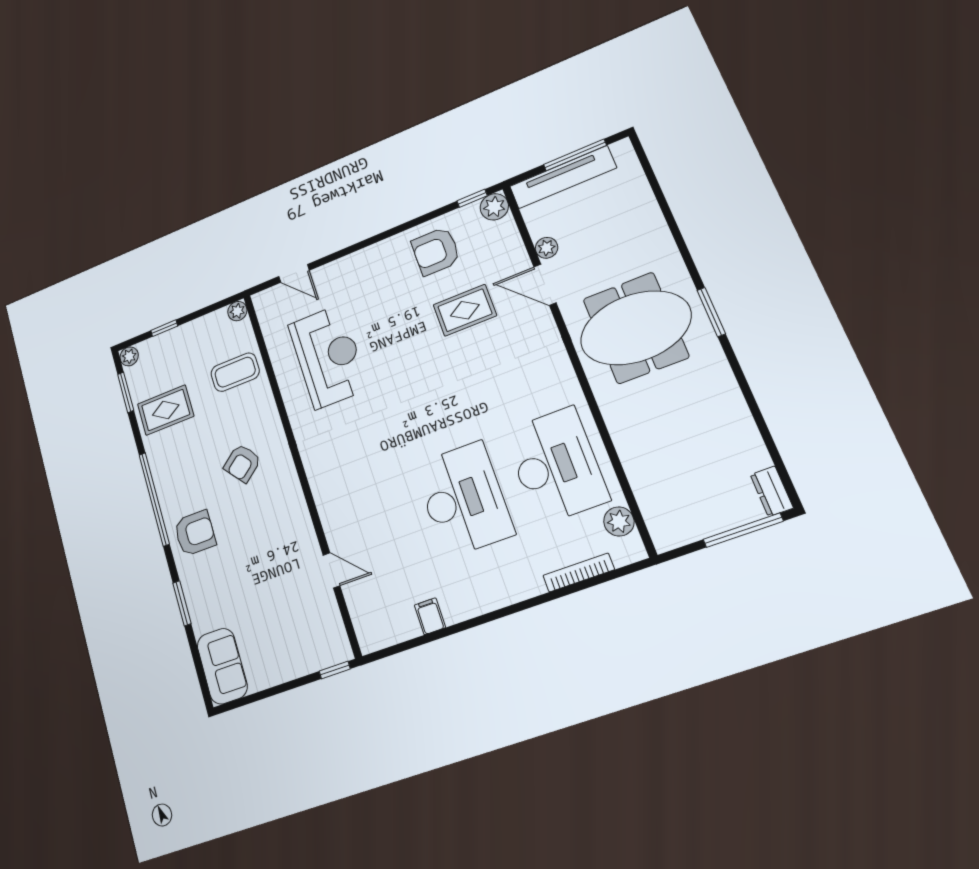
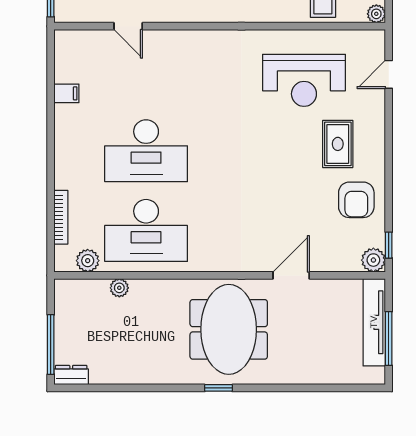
plant: (547, 248) -> (119, 288), moved
armchair: (436, 251) -> (356, 200), turned 180
rug: (465, 310) -> (338, 144), moved
window: (711, 312) -> (219, 388), width x0.67
door: (332, 570) -> (128, 26), hinge flipped

